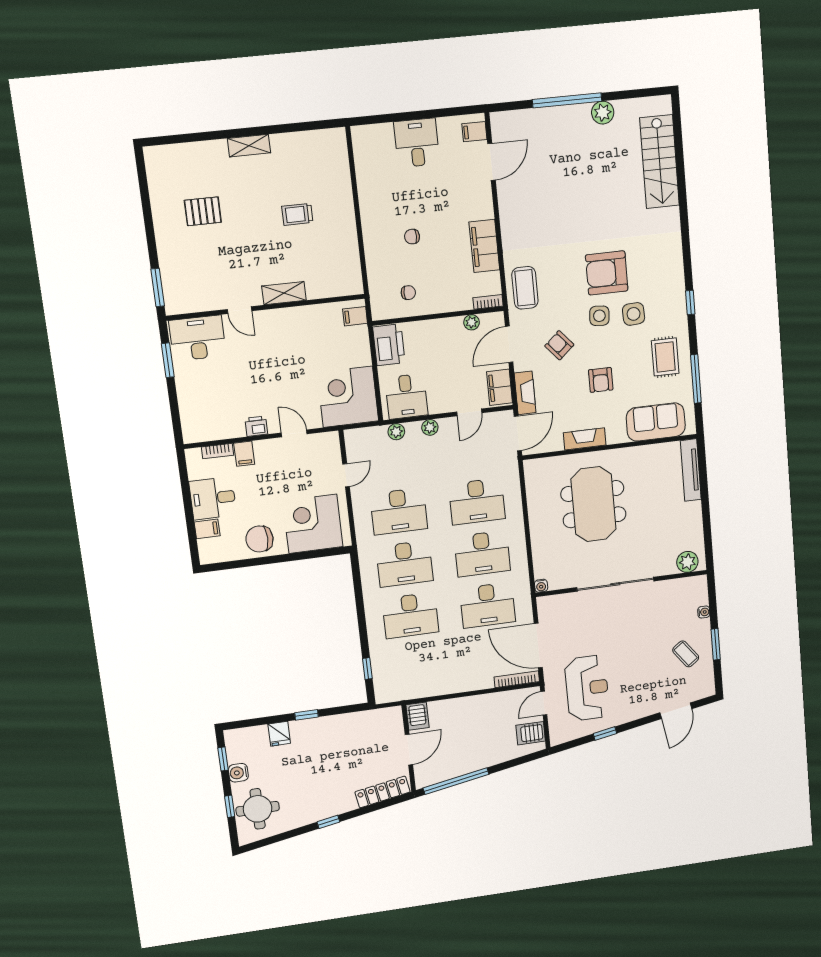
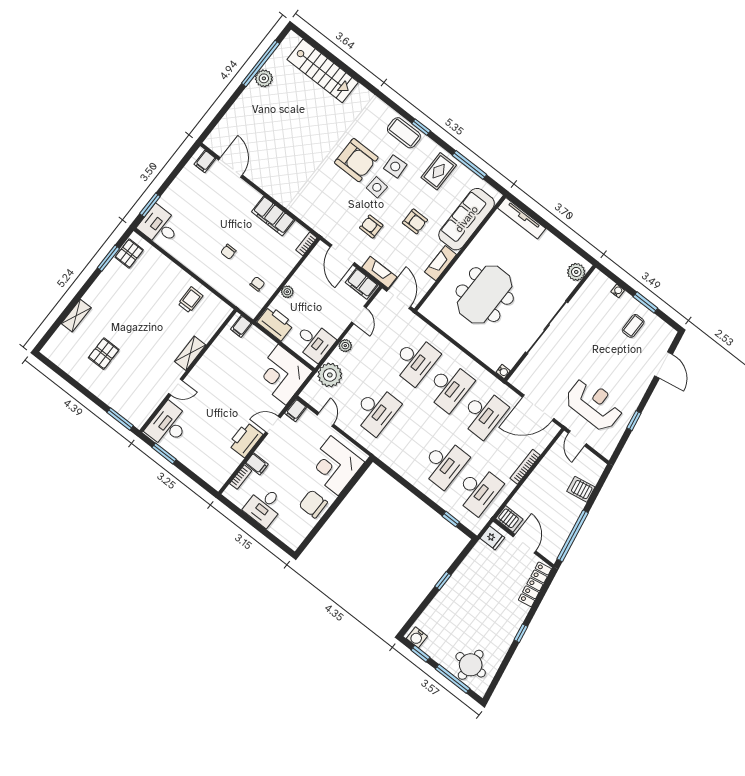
window: (567, 100) -> (261, 63), moved
window: (384, 118) -> (150, 205), added
window: (296, 127) -> (108, 258), added
pallet: (320, 143) -> (129, 254), added
desk: (417, 143) -> (159, 226), moved
shelving: (249, 146) -> (76, 316), moved
trolley: (297, 214) -> (190, 300), moved, turned 180
armchair: (607, 273) -> (356, 160), turned -90
coffee table: (525, 288) -> (404, 133), moved
plant: (472, 322) -> (287, 292), moved
armchair: (559, 345) -> (371, 226), turned 41
rug: (665, 357) -> (439, 171), turned 90
sofa: (656, 422) -> (467, 219), width x1.36
printer: (256, 426) -> (245, 440), width x1.87, depth x1.48
plant: (396, 432) -> (330, 375), width x1.87, depth x1.87
meeting table: (593, 504) -> (485, 295), turned 90
filing cabinet: (207, 529) -> (296, 410), moved, turned 180
chair: (259, 539) -> (313, 504), turned 90
desk: (405, 564) -> (478, 490), moved
coffee table: (686, 654) -> (633, 326), turned -53
bookcase: (517, 679) -> (525, 467), moved
server rack: (531, 733) -> (581, 489), moved, turned 80
fridge: (279, 734) -> (492, 538), moved
water cooler: (238, 773) -> (417, 637), moved
window: (230, 806) -> (453, 679), width x2.17

